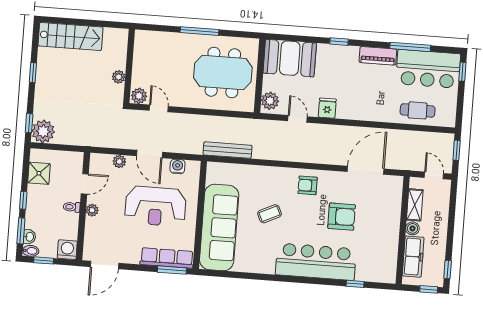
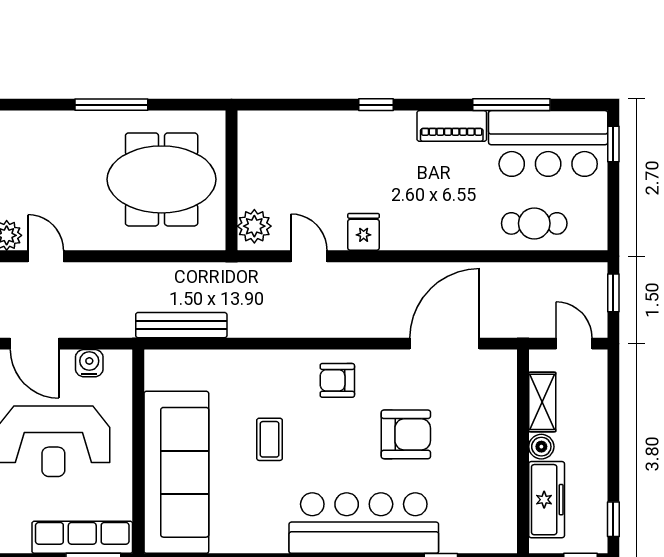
booth: (290, 58) -> (286, 143), removed
coffee table: (270, 214) -> (270, 439), turned -65

